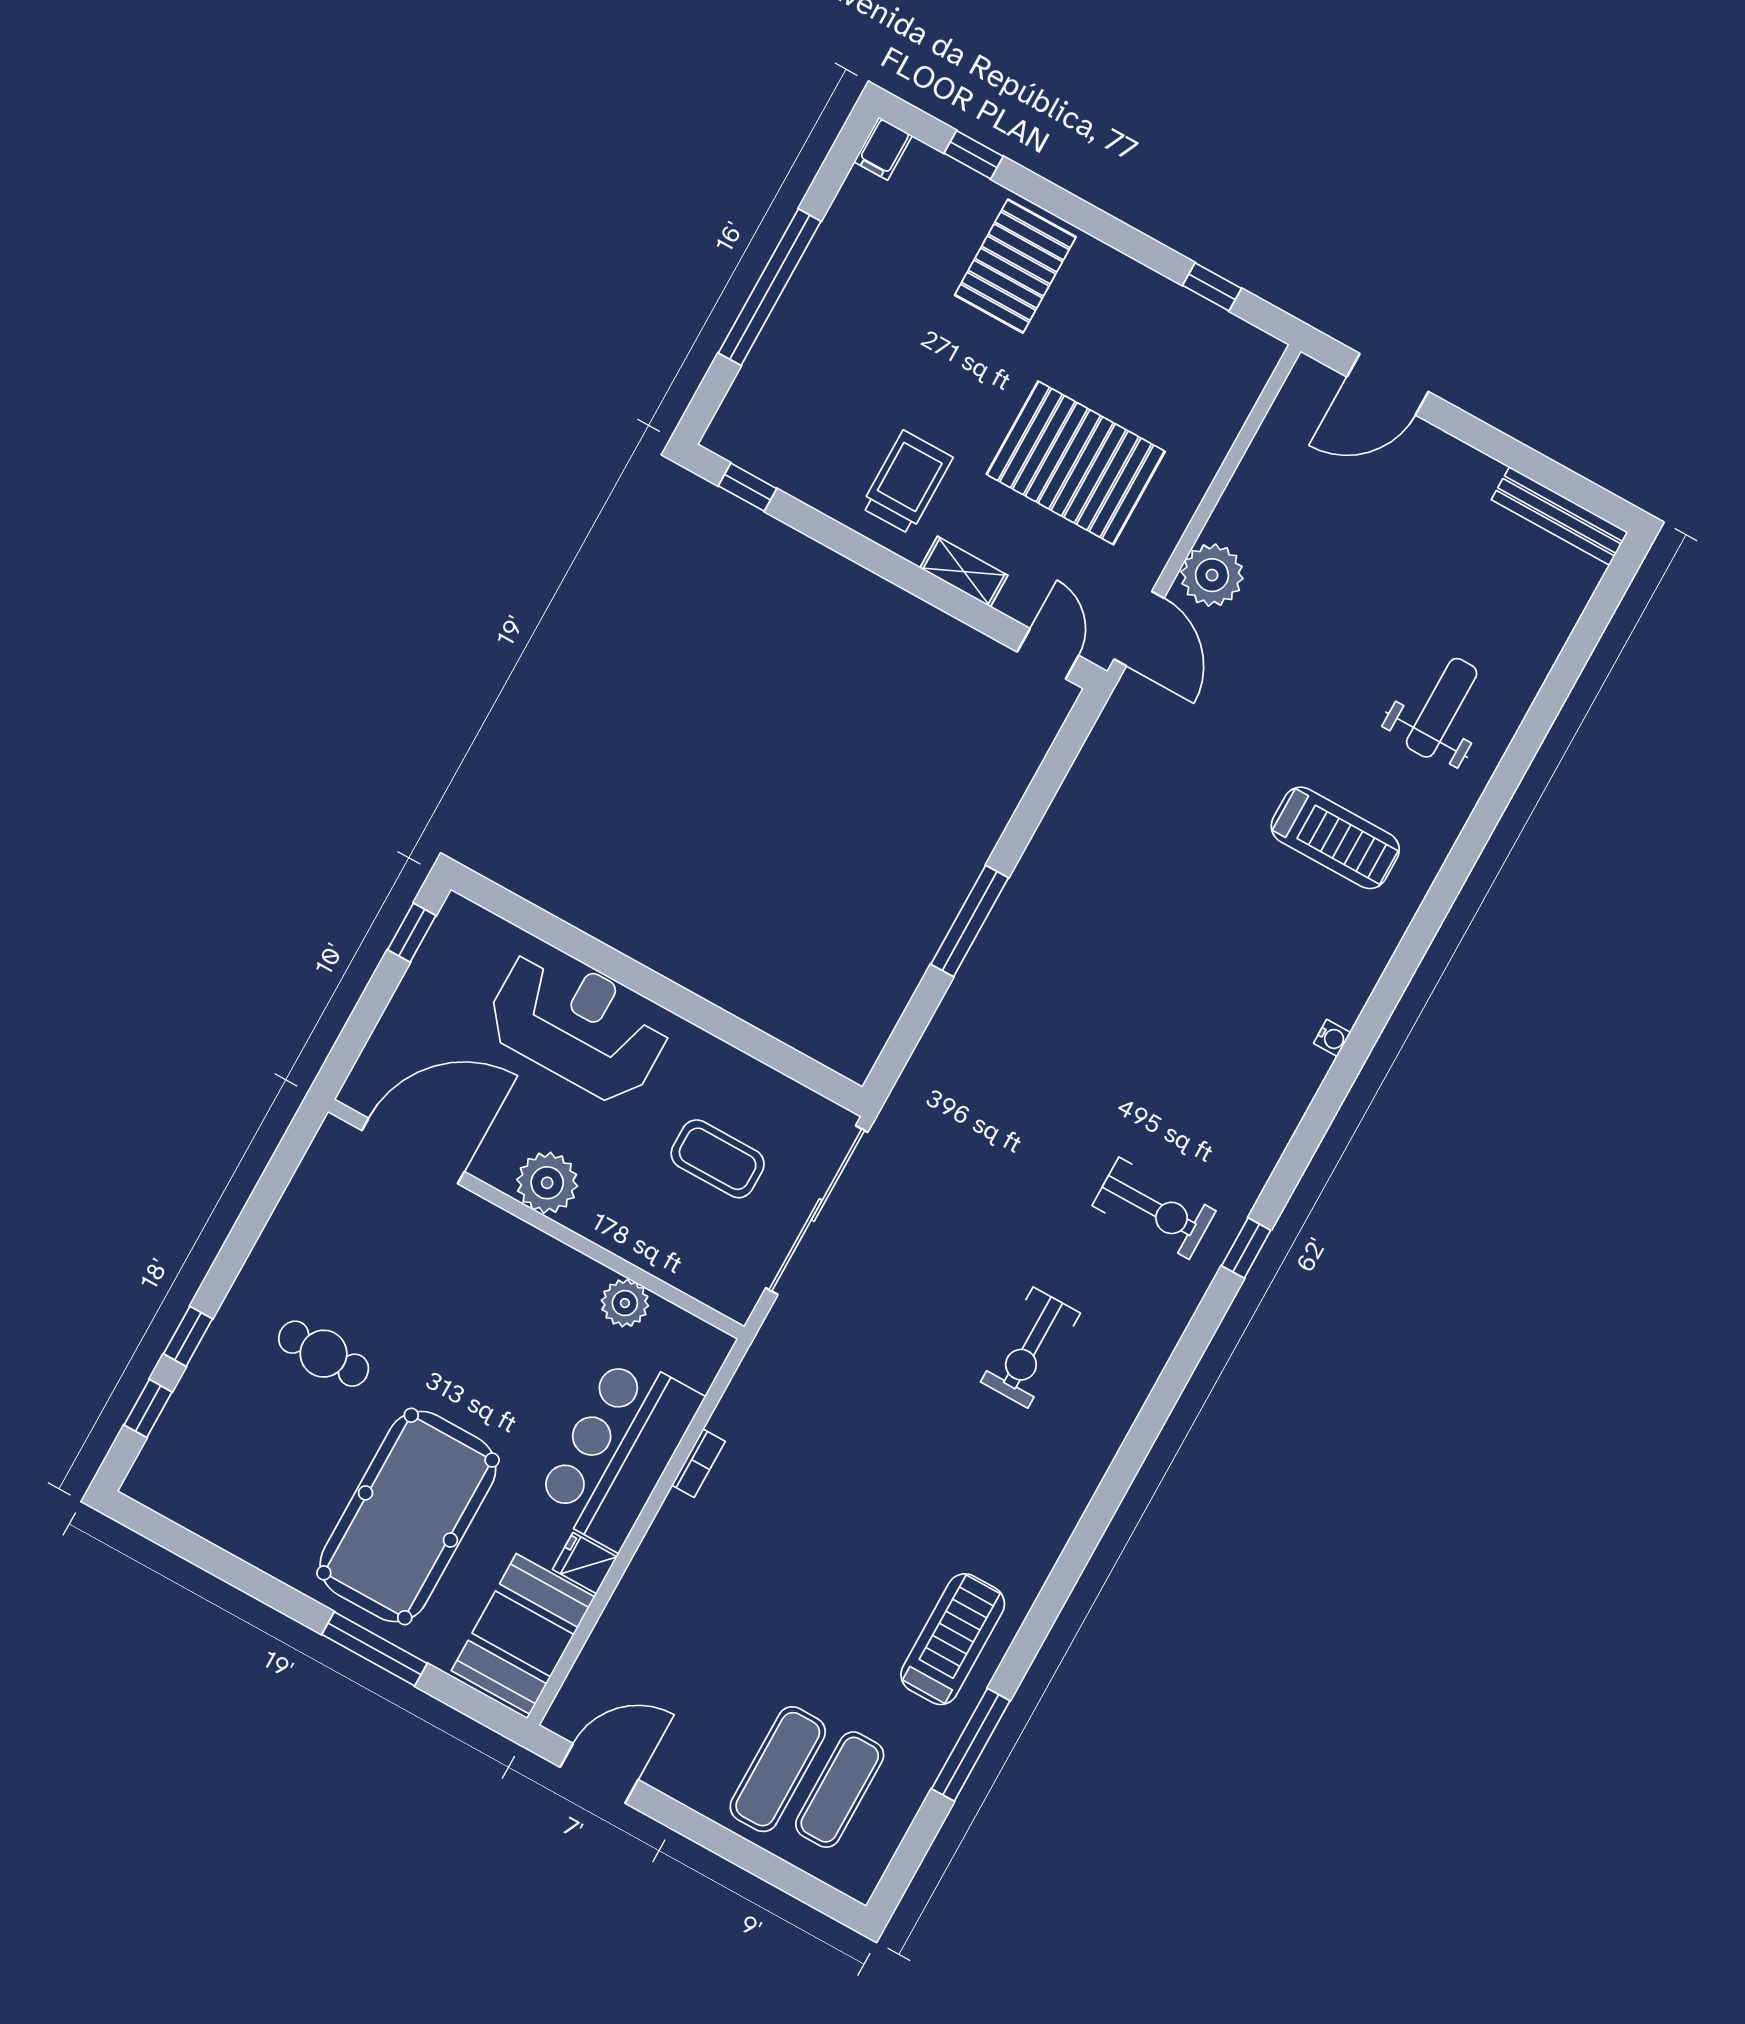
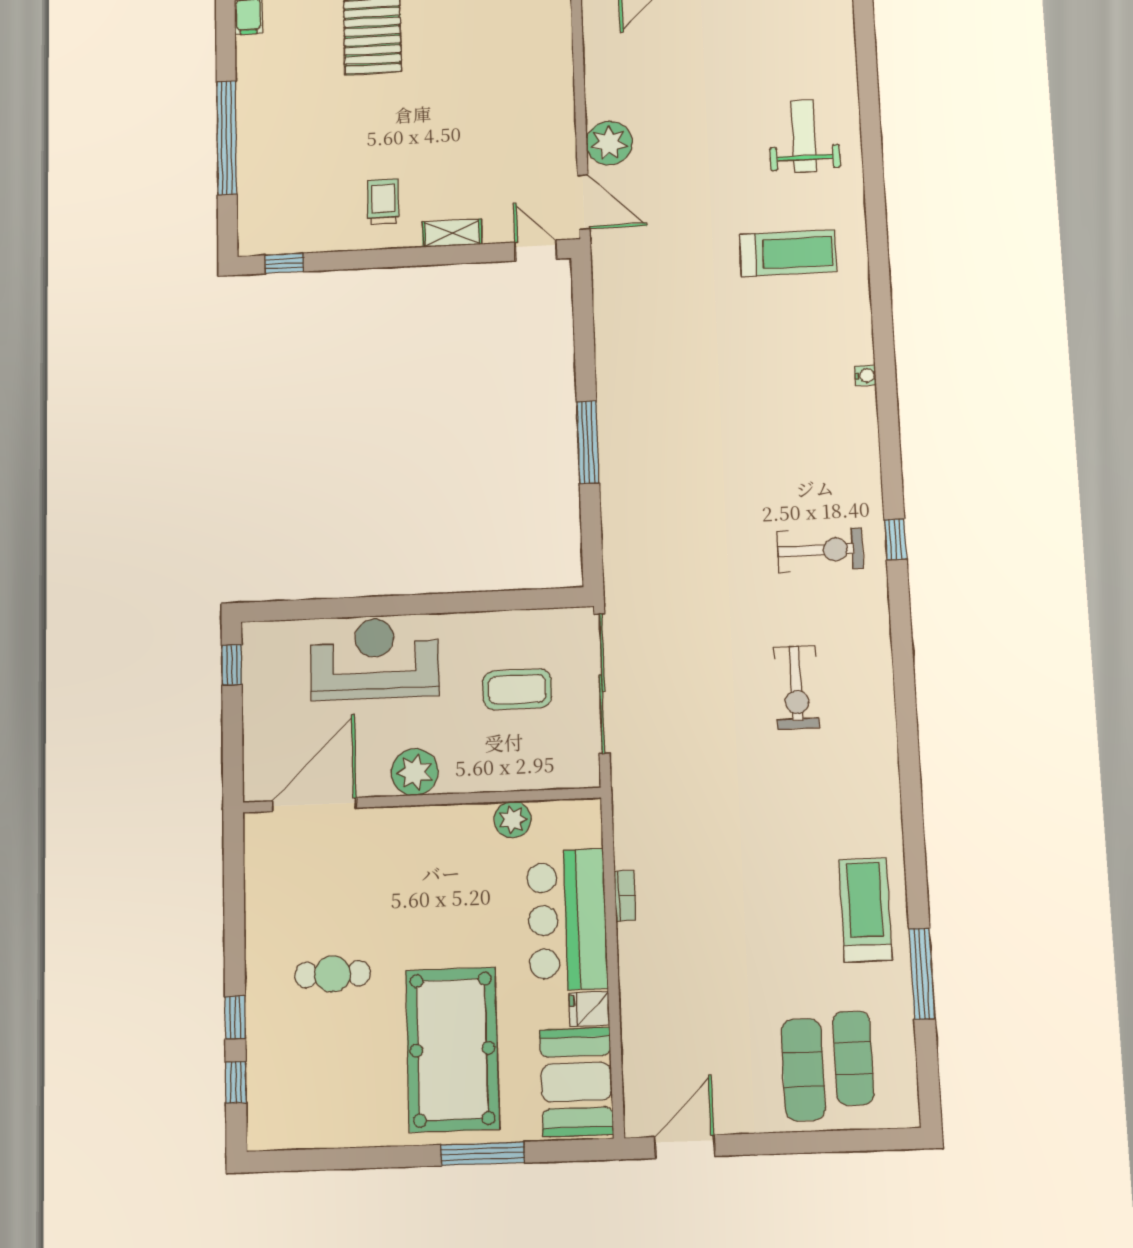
pallet: (1076, 463) -> (482, 128), removed
trolley: (907, 482) -> (383, 201), width x0.73, depth x0.72

